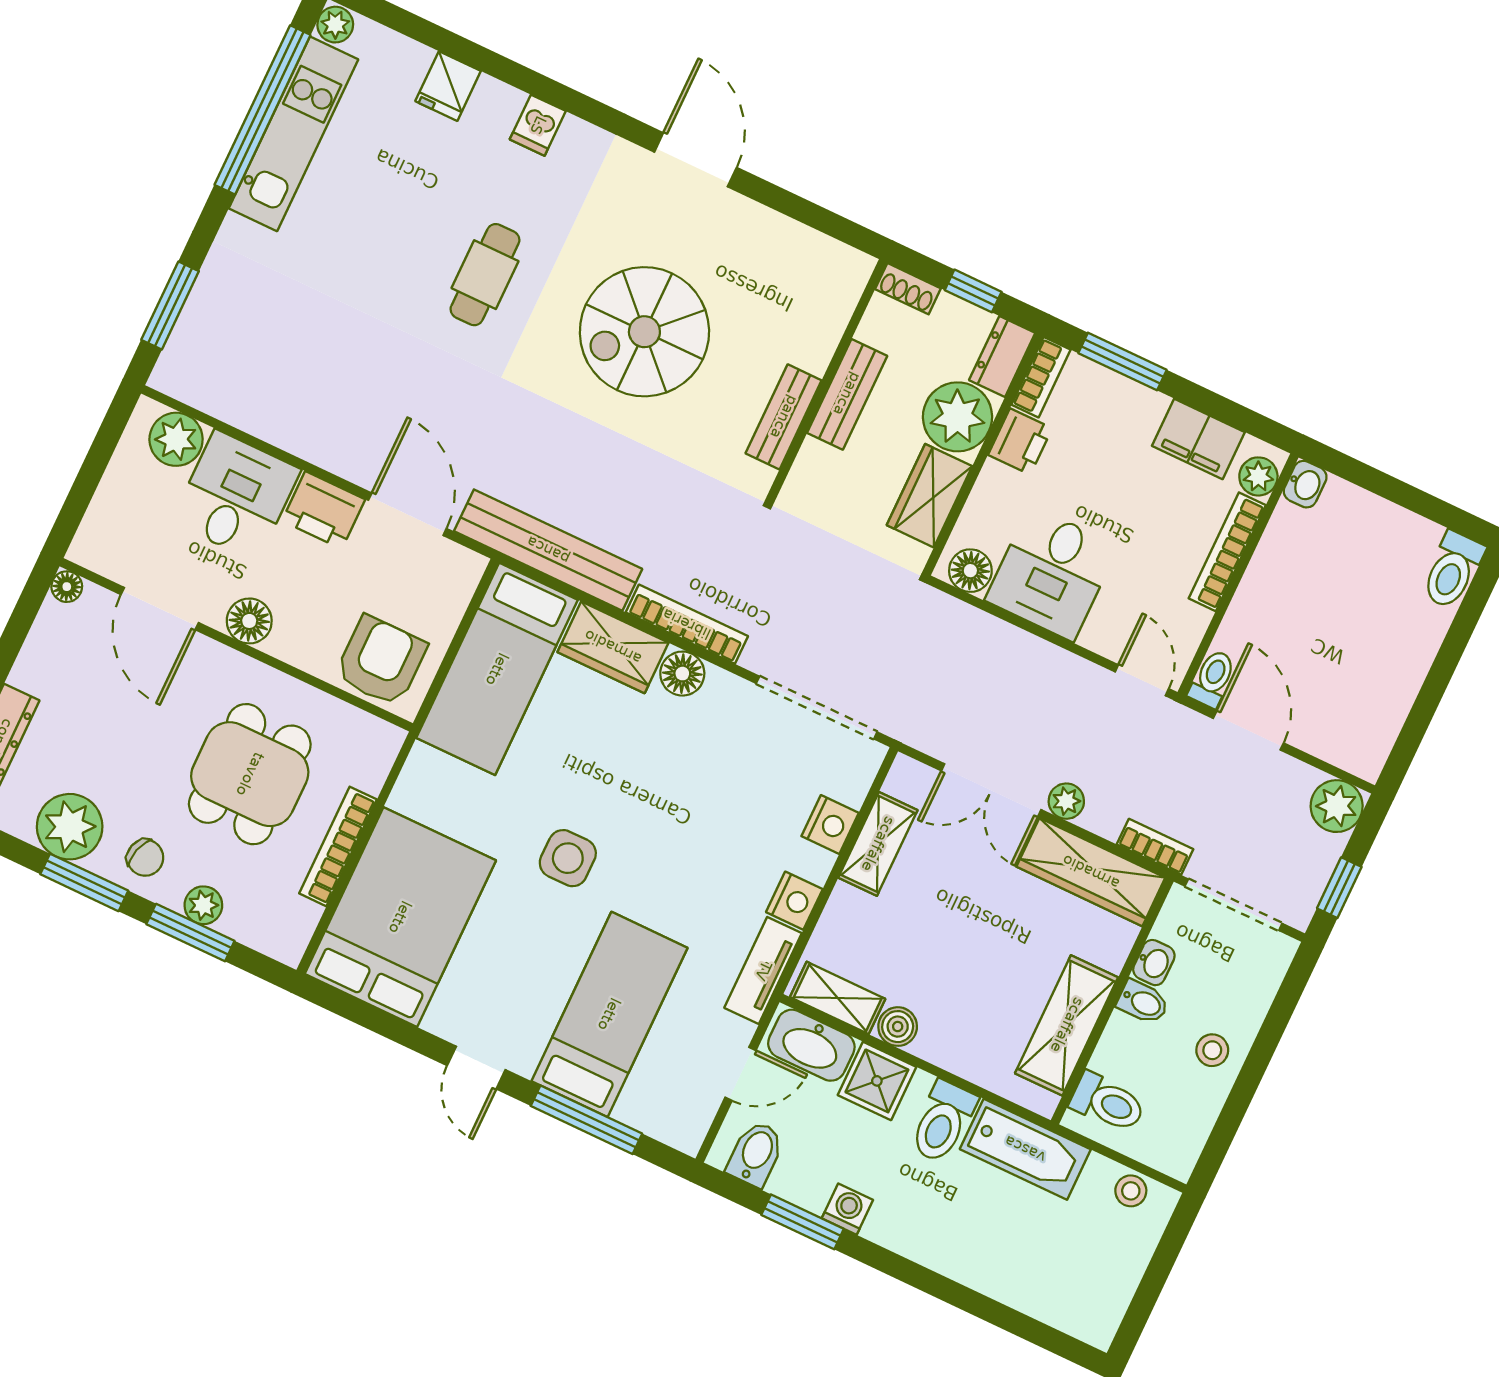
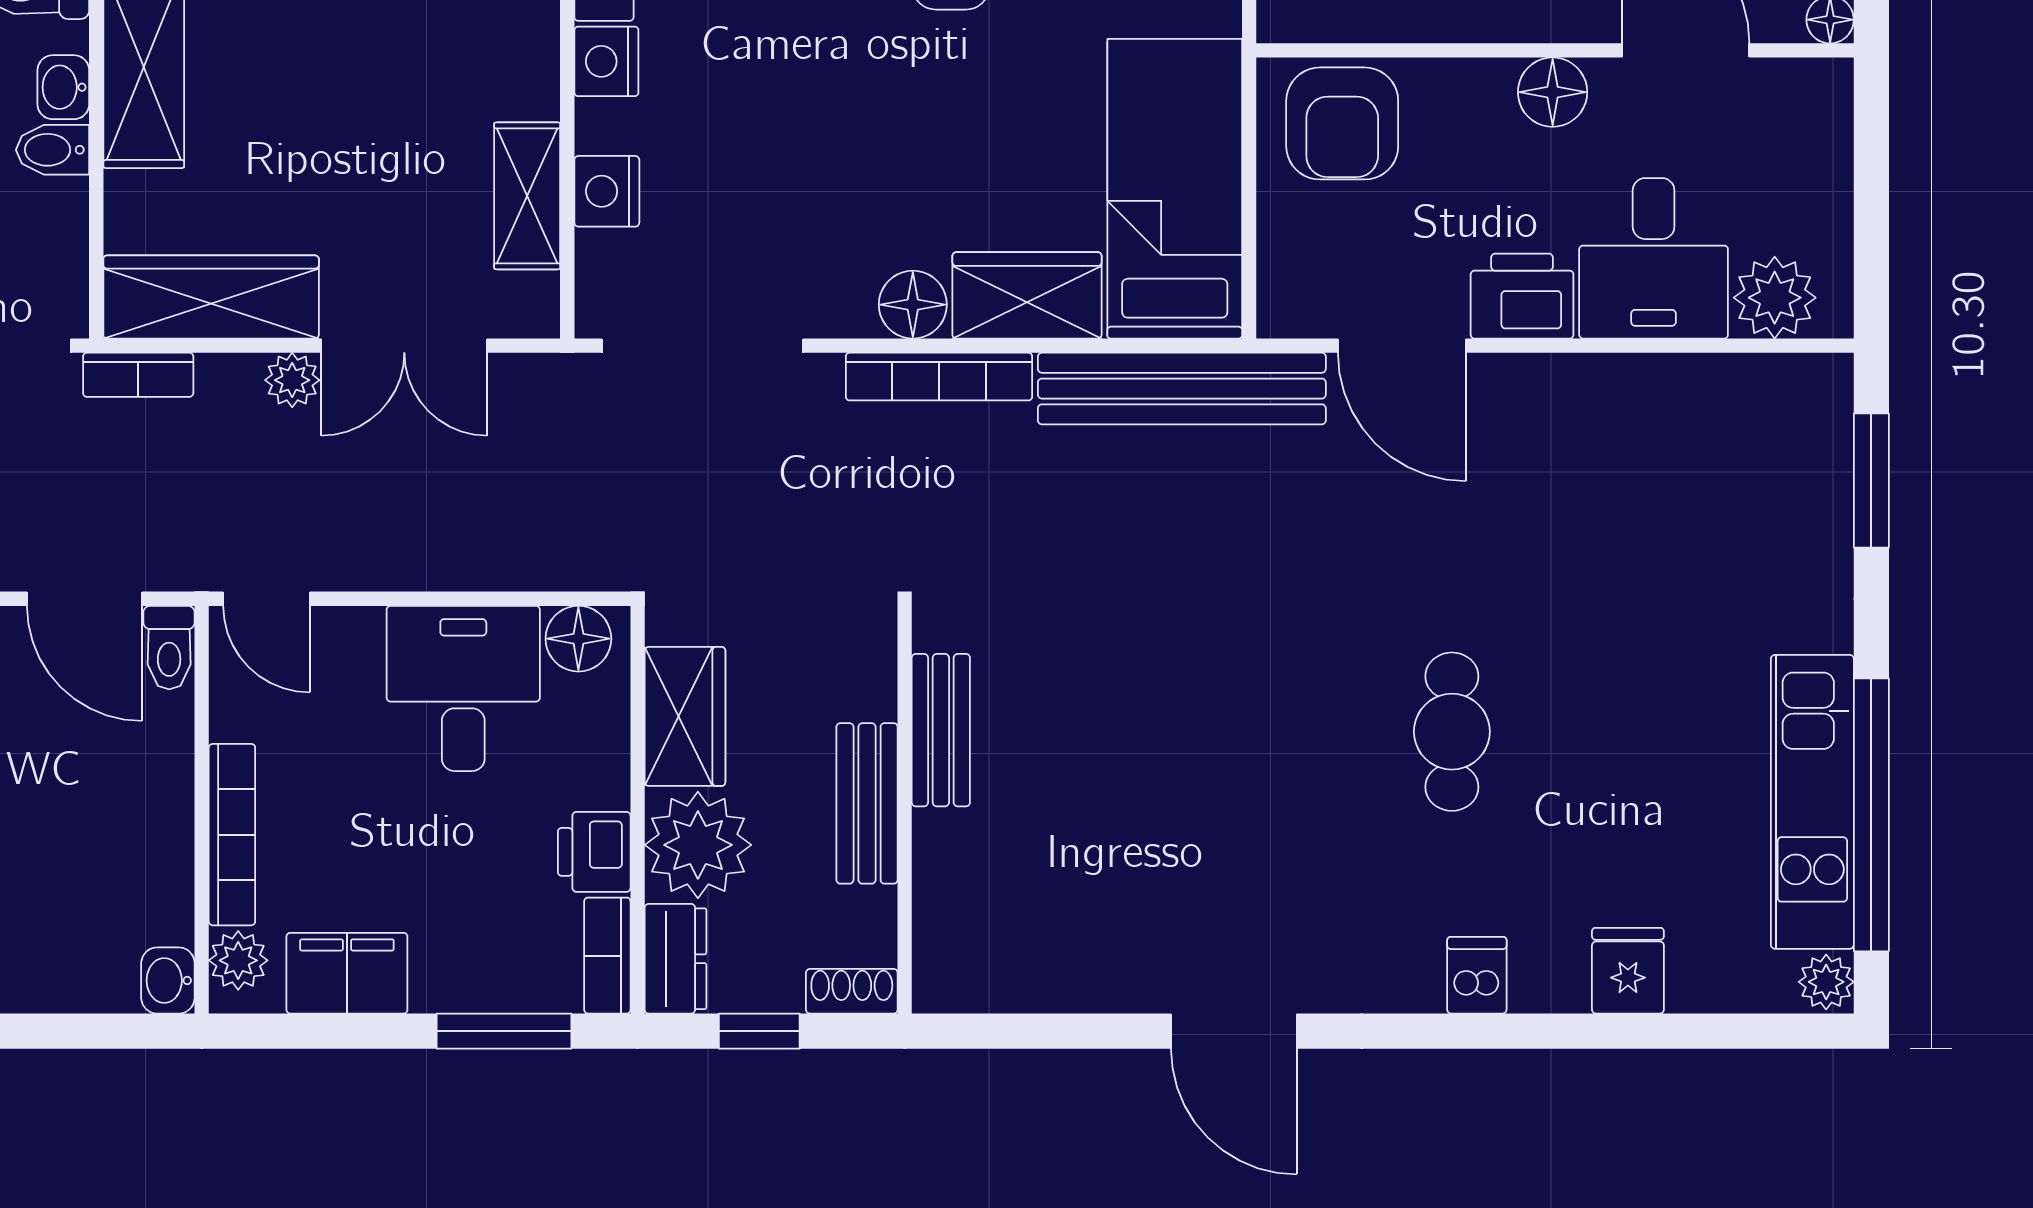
spiral stairs: (644, 332) -> (1191, 757), removed
double door: (991, 790) -> (404, 346), swing flipped
washbasin: (1154, 963) -> (63, 87), moved

